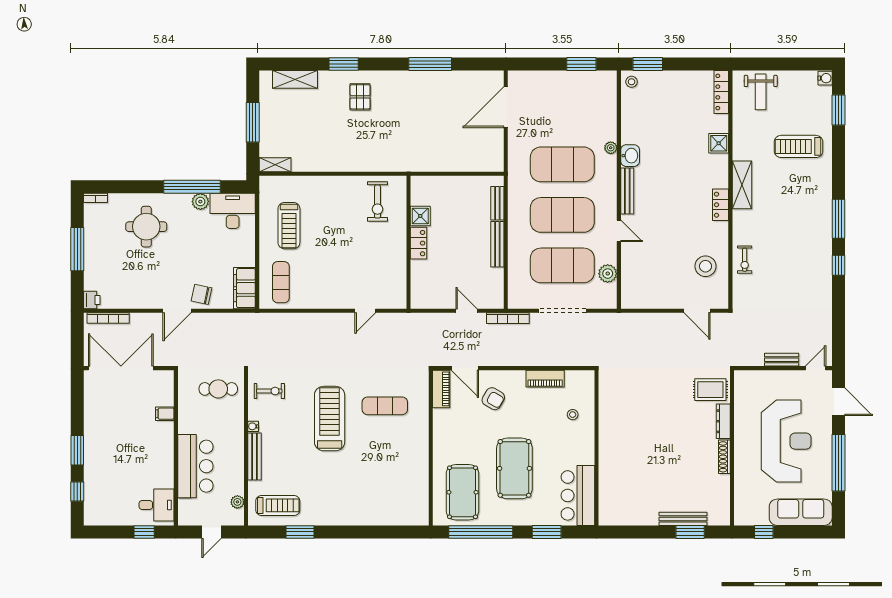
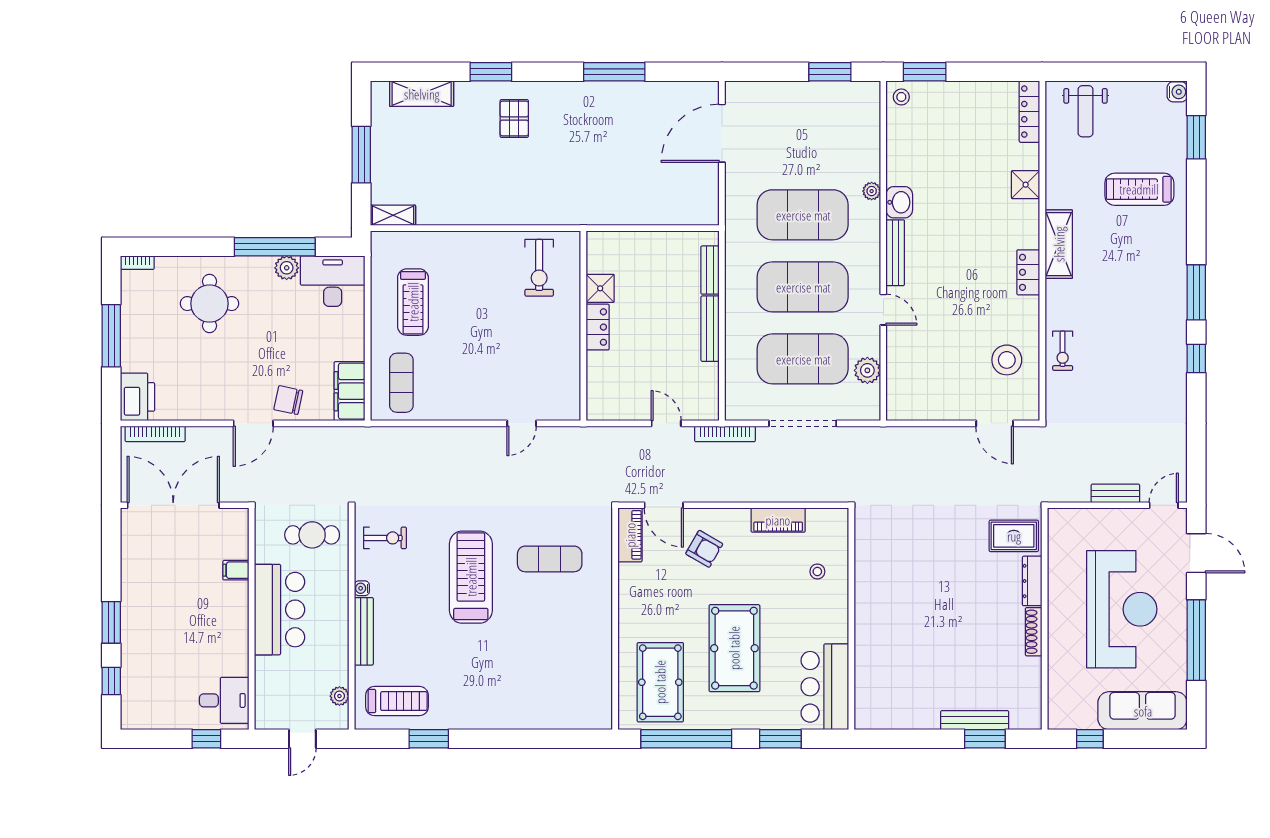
printer: (92, 300) -> (137, 397), width x1.87, depth x1.48
bar counter: (195, 466) -> (280, 610), moved

